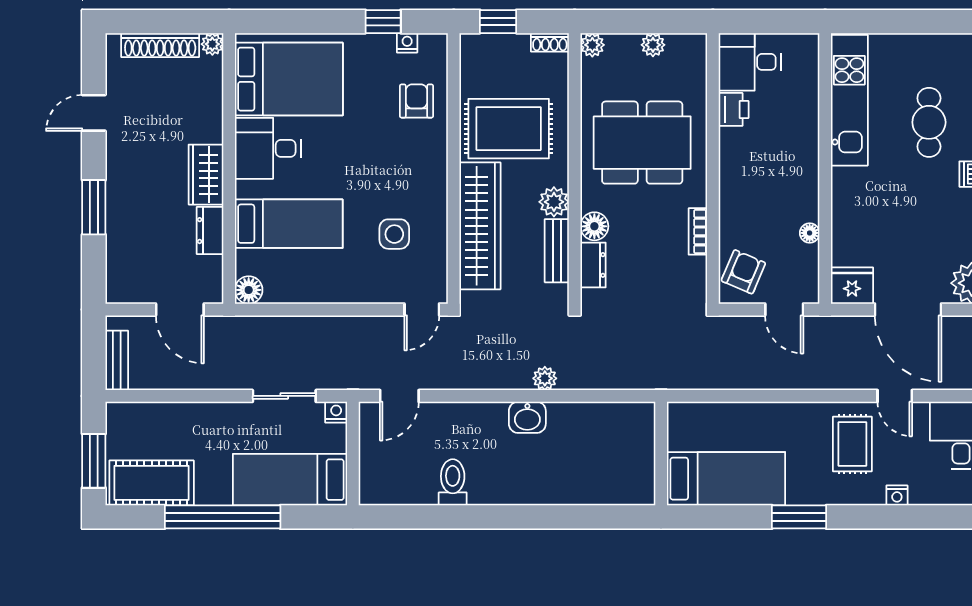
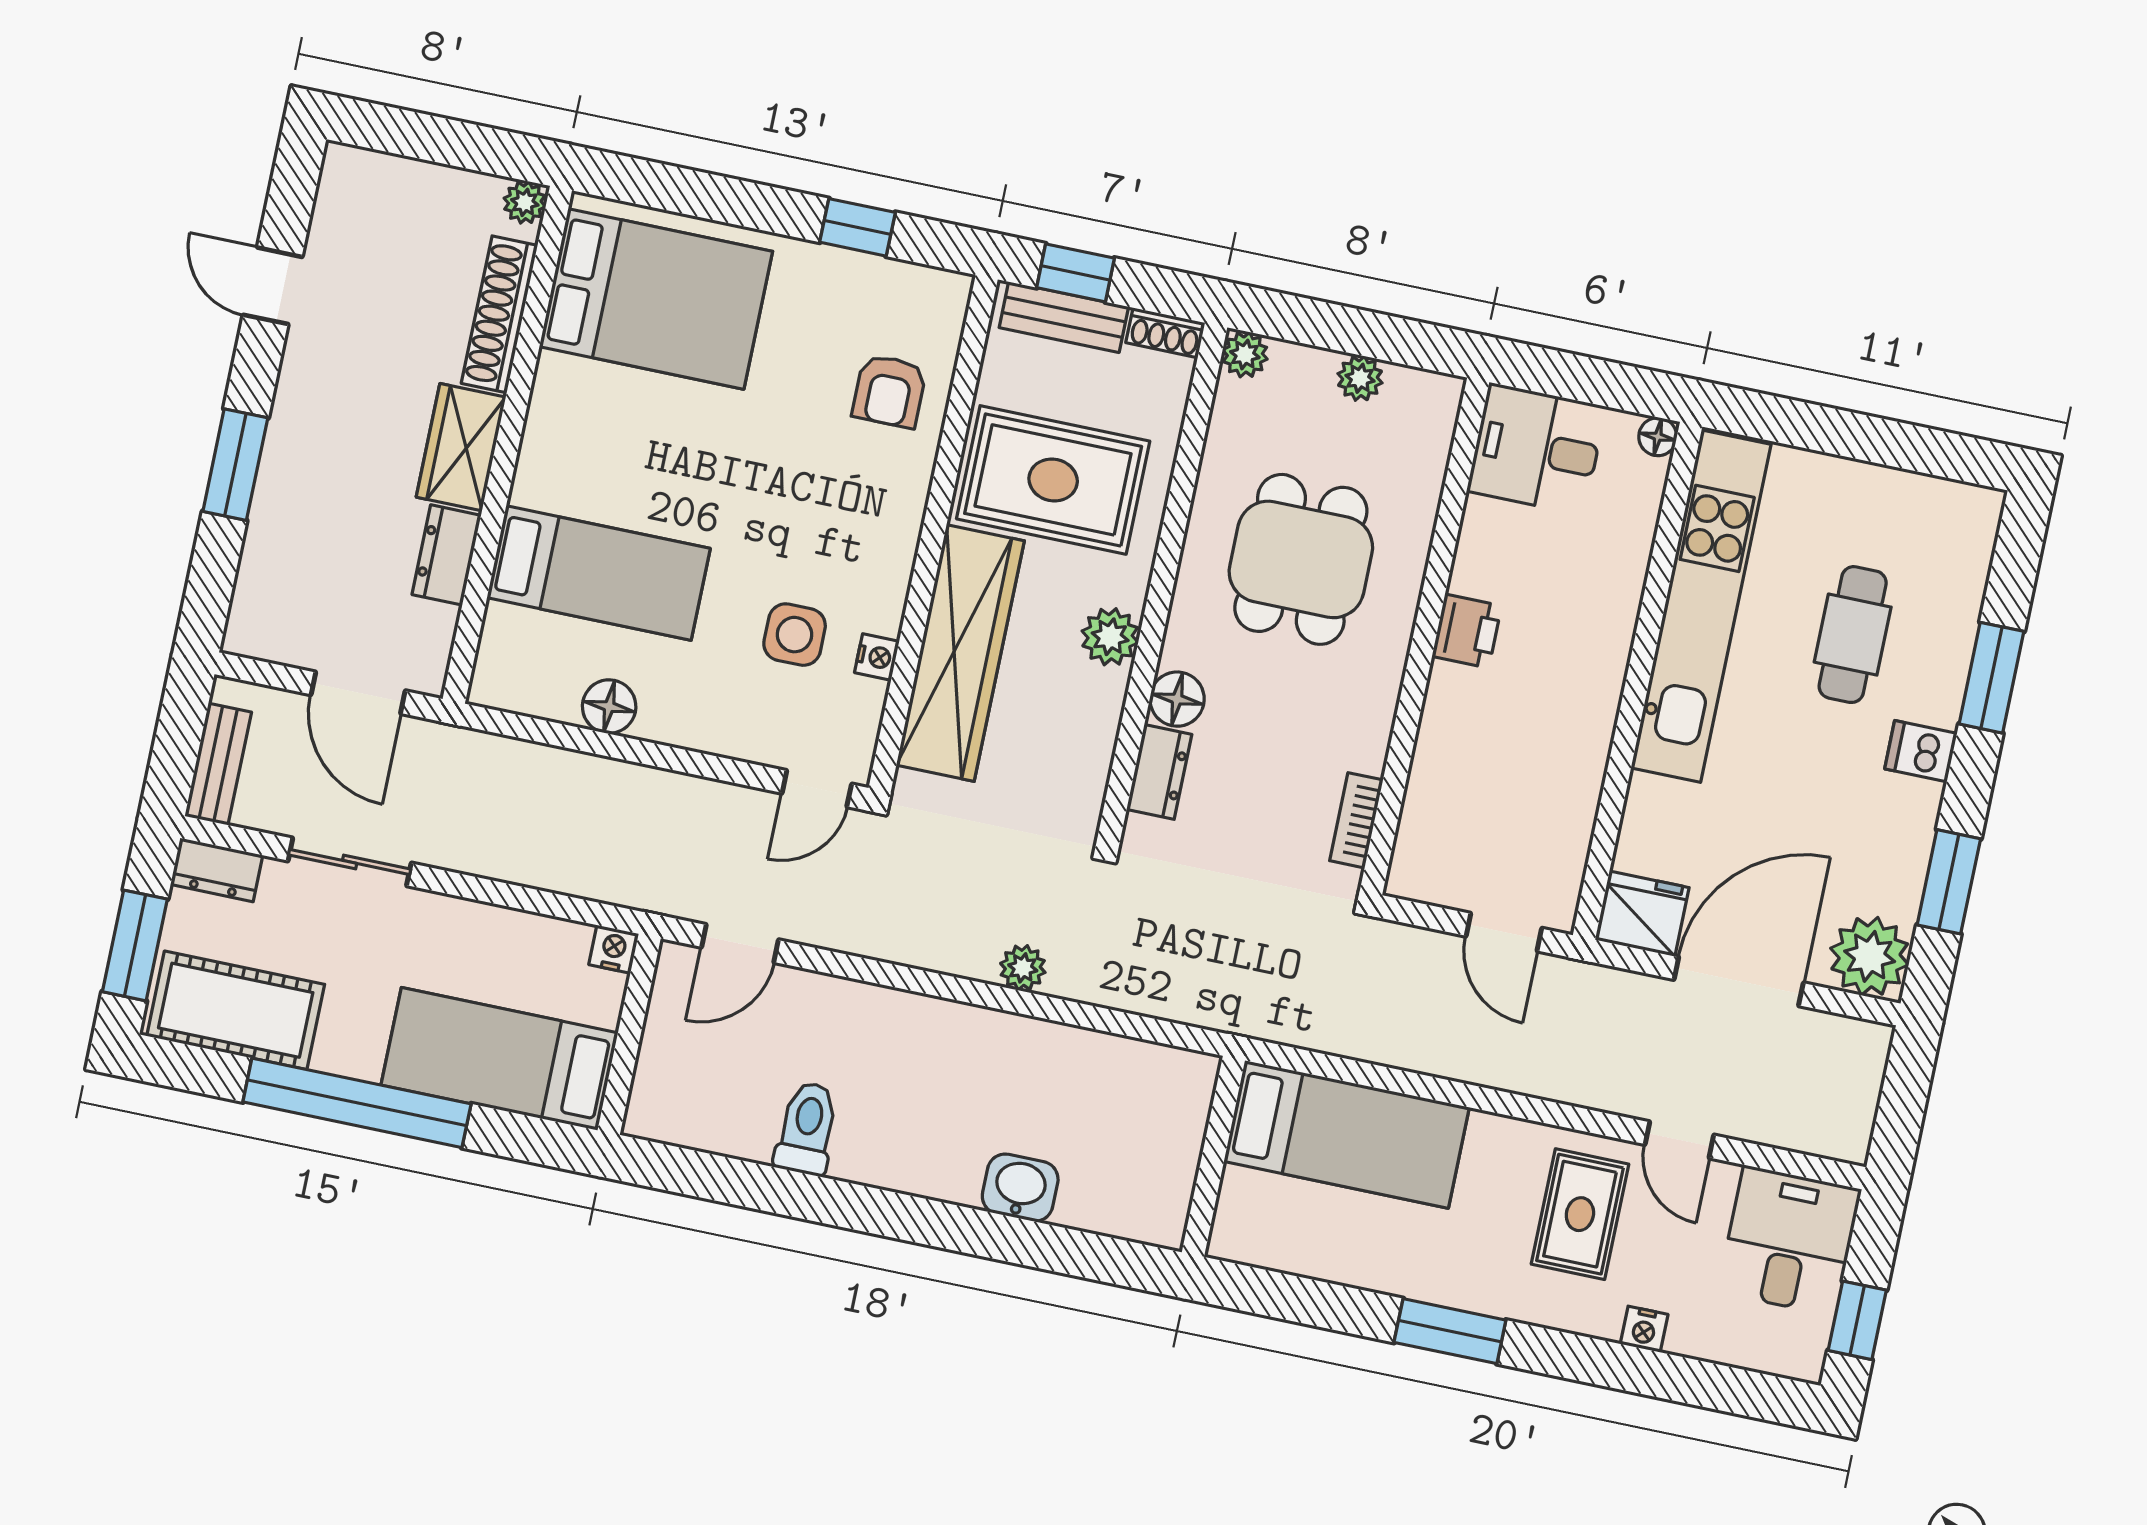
nightstand: (407, 43) -> (877, 657), moved, turned 90
shoe rack: (160, 45) -> (499, 314), moved, turned 90
kitchen unit: (849, 100) -> (1701, 606), width x1.36
armchair: (416, 101) -> (889, 391), turned 180
printer: (734, 109) -> (1467, 631), moved
door: (94, 113) -> (273, 286), hinge flipped
dining table: (642, 143) -> (1301, 559), width x0.73
desk: (268, 148) -> (589, 422), removed
bookcase: (698, 231) -> (1356, 820), moved
floor lamp: (810, 233) -> (1658, 437), moved
bench: (557, 251) -> (1064, 317), moved, turned 90
armchair: (743, 272) -> (1442, 844), removed
floor lamp: (249, 290) -> (609, 707), moved
door: (908, 310) -> (1739, 981), swing flipped
sliding door: (284, 396) -> (350, 862), moved
dresser: (127, 414) -> (217, 870), added
washbasin: (527, 417) -> (1020, 1188), moved, turned 180
bed: (726, 479) -> (1347, 1134), moved

